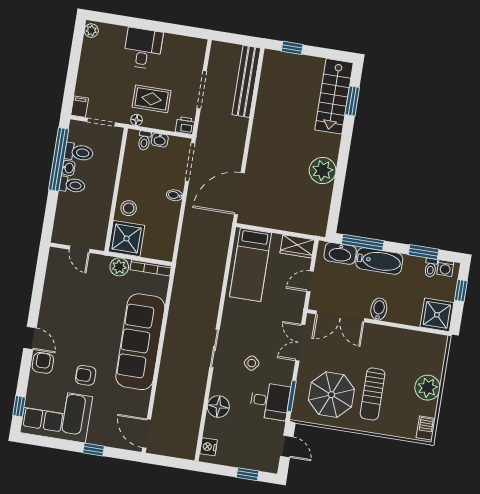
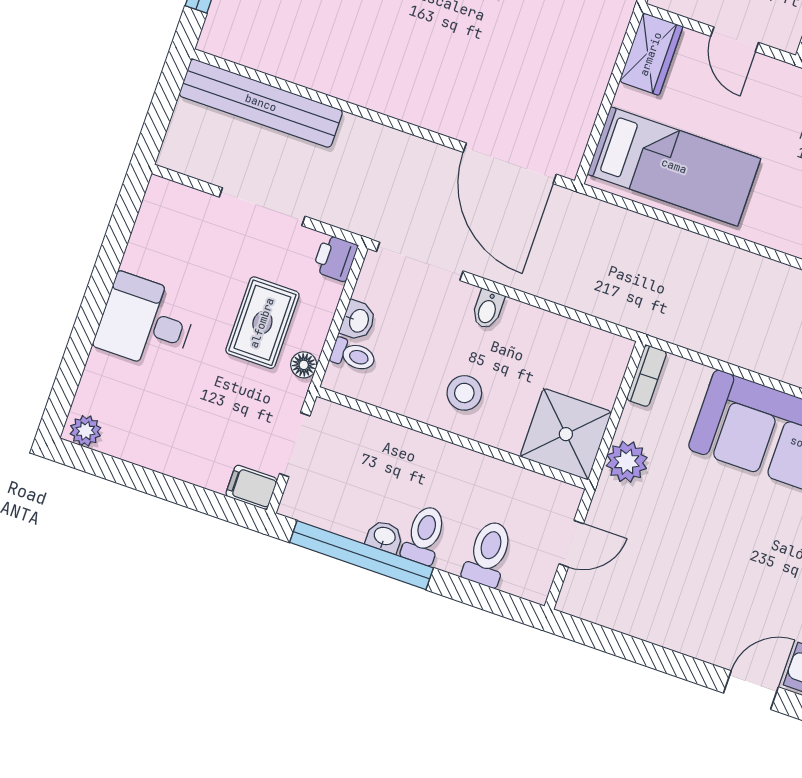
toilet: (79, 152) -> (488, 554), moved
stool: (129, 208) -> (464, 393), moved
bookcase: (151, 268) -> (647, 376), width x0.64

